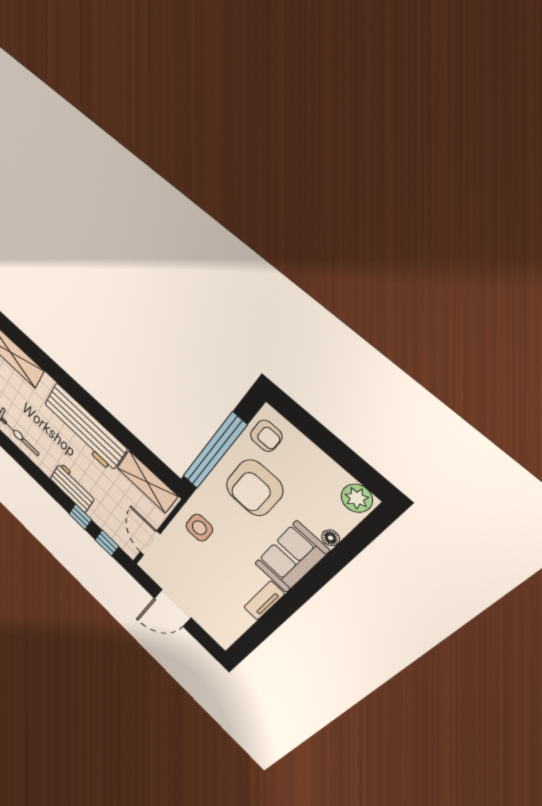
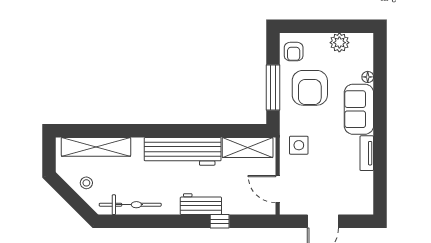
armchair: (266, 436) -> (294, 52), turned 90
window: (214, 451) -> (273, 87), width x0.68
plant: (357, 498) -> (339, 43), moved
window: (107, 543) -> (250, 221), removed

